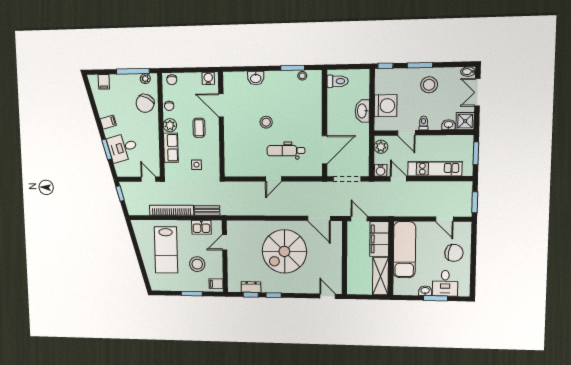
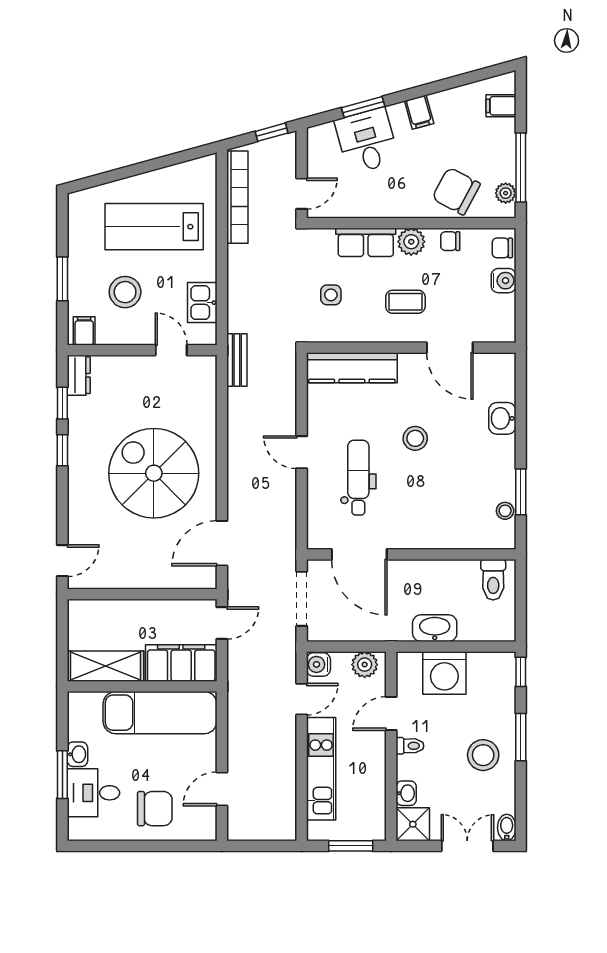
water cooler: (208, 78) -> (504, 281), moved
door: (221, 105) -> (450, 348), swing flipped
kitchen counter: (232, 154) -> (352, 368), added
window: (475, 202) -> (256, 846), removed
bookcase: (171, 210) -> (237, 197), moved
bench: (207, 211) -> (237, 360), moved
chair: (454, 253) -> (155, 809), turned -101
dresser: (251, 287) -> (79, 375), moved

